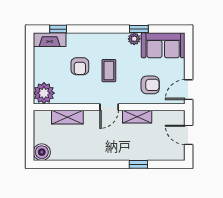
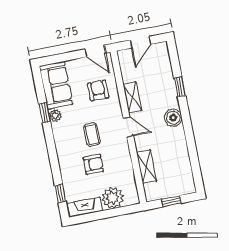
fireplace: (50, 40) -> (85, 207), moved, turned -90
coffee table: (109, 71) -> (92, 134), turned 90
plant: (44, 93) -> (113, 198), moved
window: (30, 135) -> (171, 201), added
boiler: (42, 152) -> (173, 118), moved

